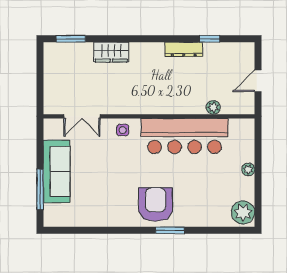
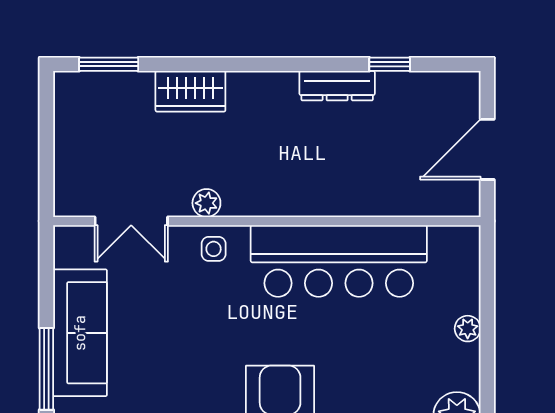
door: (258, 81) -> (487, 149), width x1.38
plant: (213, 107) -> (206, 203), moved

